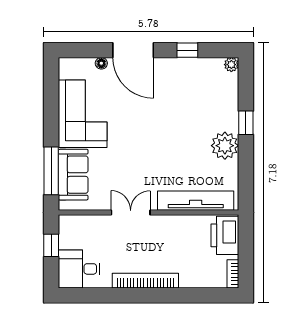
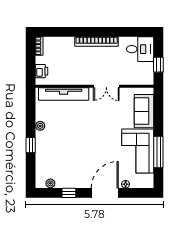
door: (133, 50) -> (105, 193), hinge flipped
plant: (231, 65) -> (50, 183), moved
plant: (225, 146) -> (40, 126), width x0.53, depth x0.53
window: (51, 171) -> (158, 152), moved
printer: (225, 235) -> (42, 71), width x0.53, depth x0.68

